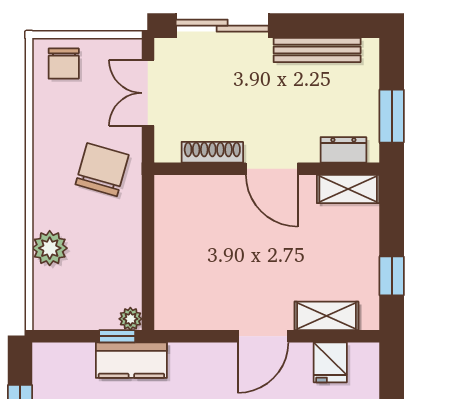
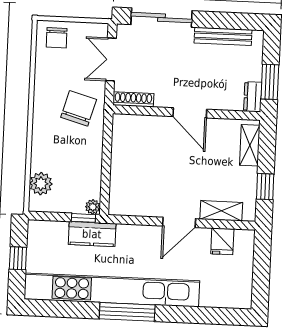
dresser: (343, 150) -> (253, 97), moved, turned -90
shoe rack: (212, 152) -> (133, 99), moved
shelving: (348, 189) -> (250, 145), moved, turned 90
plant: (50, 248) -> (41, 184), moved

